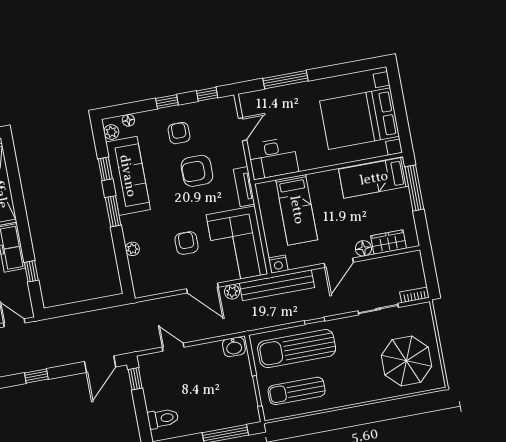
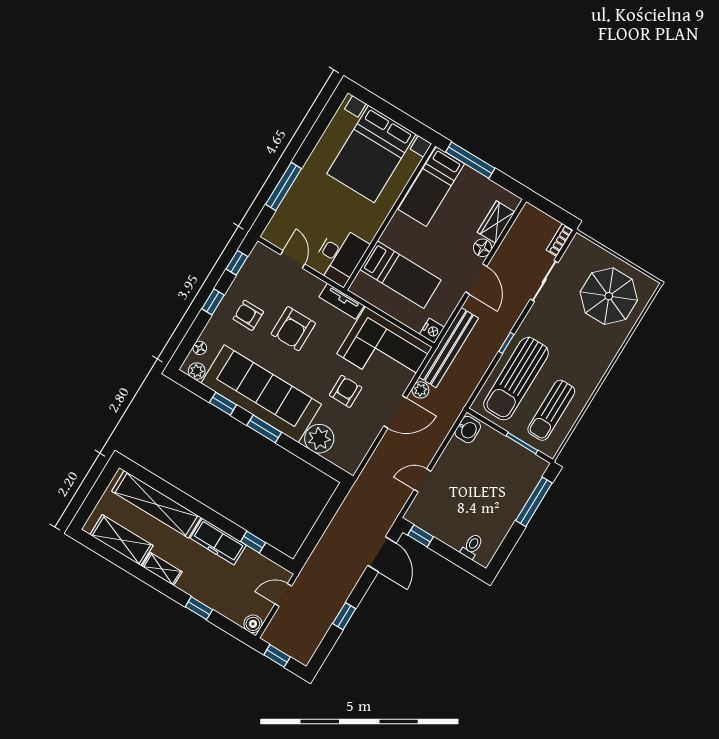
sofa: (128, 176) -> (261, 394), width x1.36, depth x1.27
armchair: (187, 243) -> (346, 391), turned 90
plant: (132, 249) -> (319, 439), width x1.88, depth x1.88
toilet: (163, 418) -> (472, 546), width x0.73, depth x0.72

